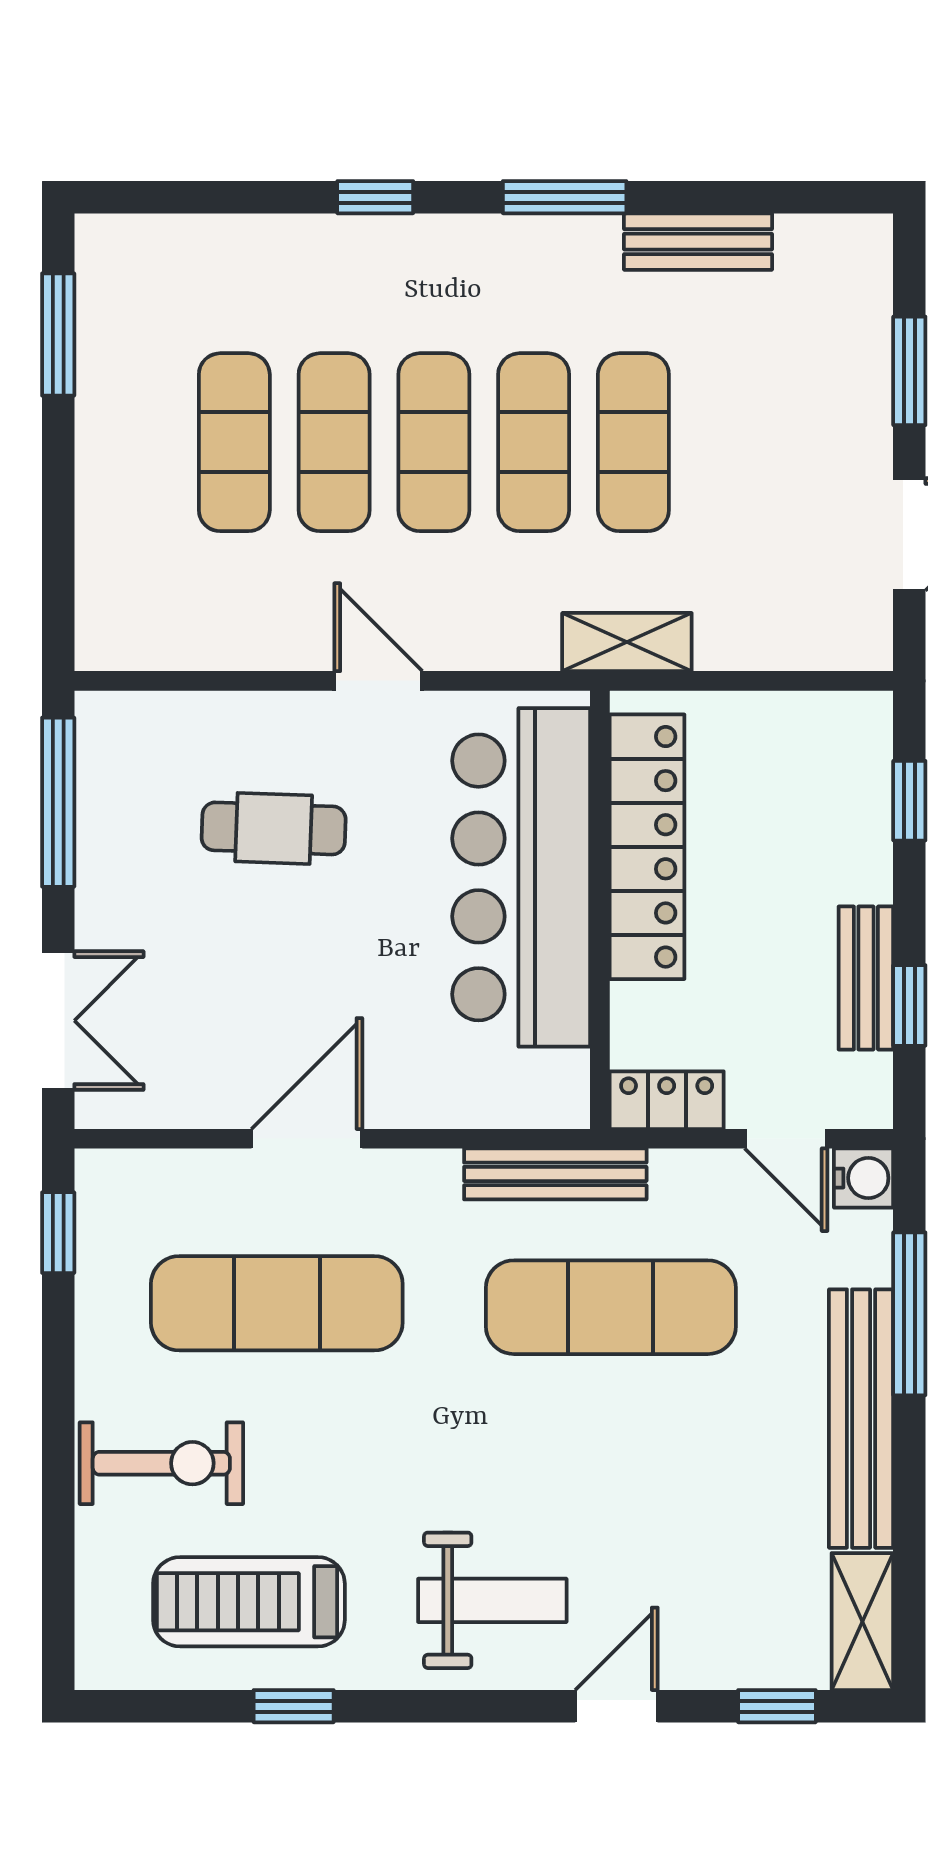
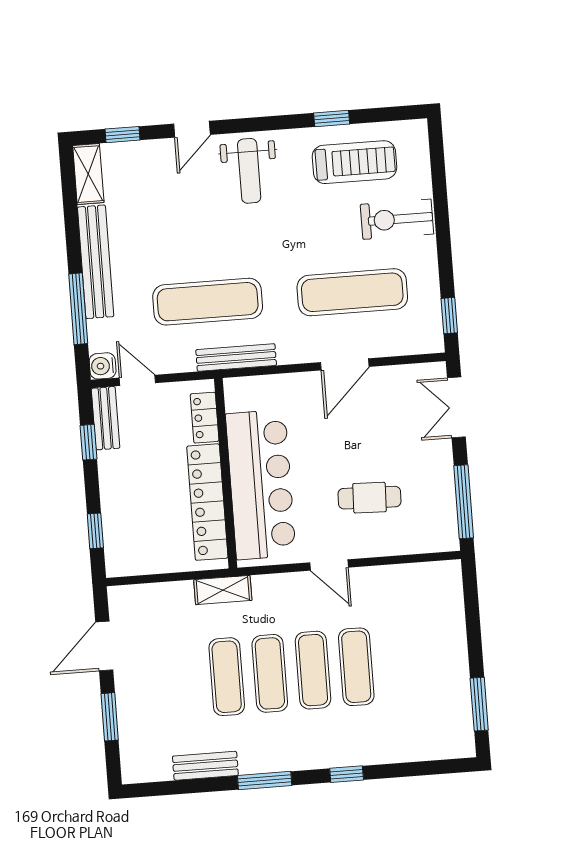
exercise mat: (234, 442) -> (399, 663), removed
bench: (866, 978) -> (106, 418), moved
locker: (667, 1100) -> (205, 418), moved, turned 90
weight bench: (492, 1600) -> (249, 171), turned -90

